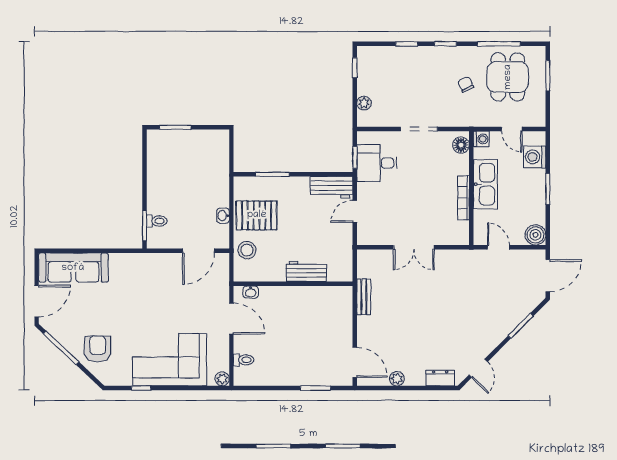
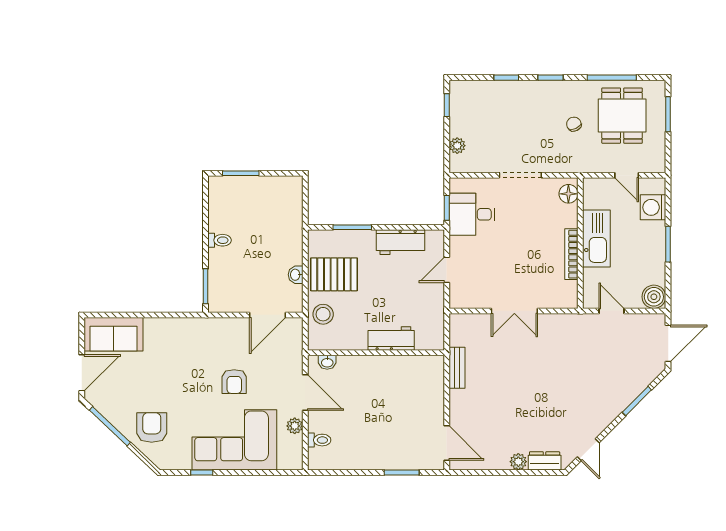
washing machine: (481, 139) -> (592, 187), removed
workbench: (332, 187) -> (400, 242), moved
toilet: (157, 221) -> (220, 240), moved
sofa: (73, 268) -> (114, 334), width x0.73
armchair: (170, 309) -> (234, 382), added
plant: (222, 379) -> (295, 426), moved
plant: (397, 379) -> (518, 462), moved

